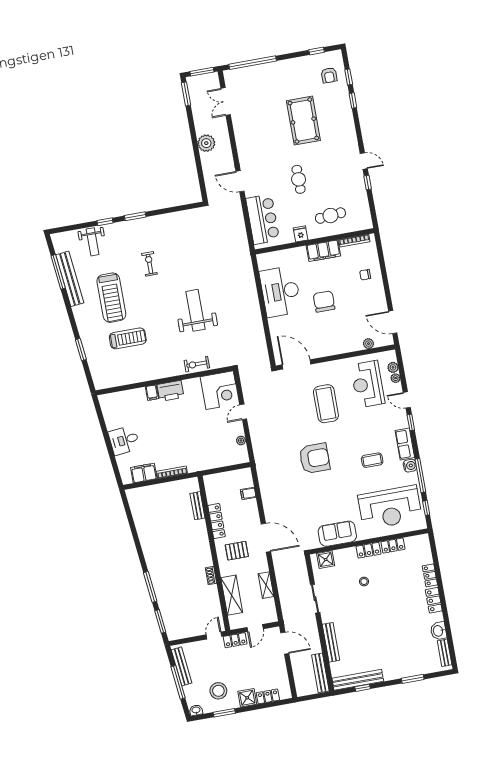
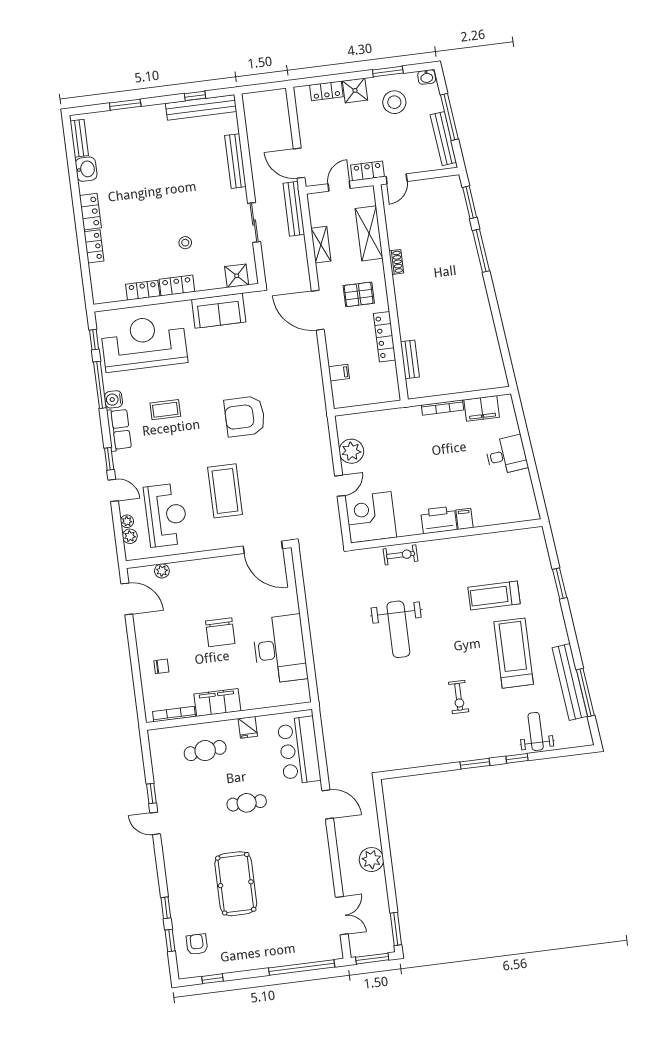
cafe table: (299, 179) -> (247, 803), turned 90
plant: (241, 440) -> (351, 451), width x1.87, depth x1.87
bench: (320, 673) -> (294, 209), moved

